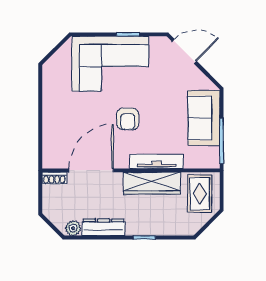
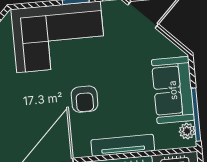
plant: (213, 154) -> (187, 131), added

